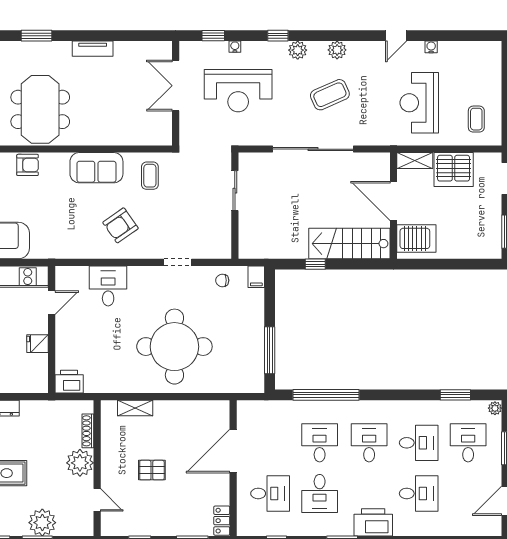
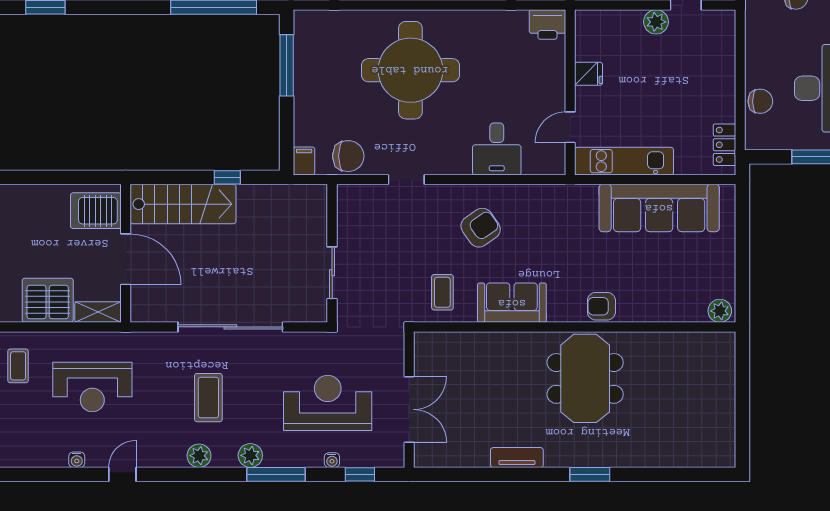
window: (278, 36) -> (276, 474), width x2.17
coffee table: (330, 95) -> (208, 398), turned -66
reception desk: (419, 103) -> (92, 387), turned 90
chair: (222, 280) -> (348, 156), width x1.87, depth x1.87

